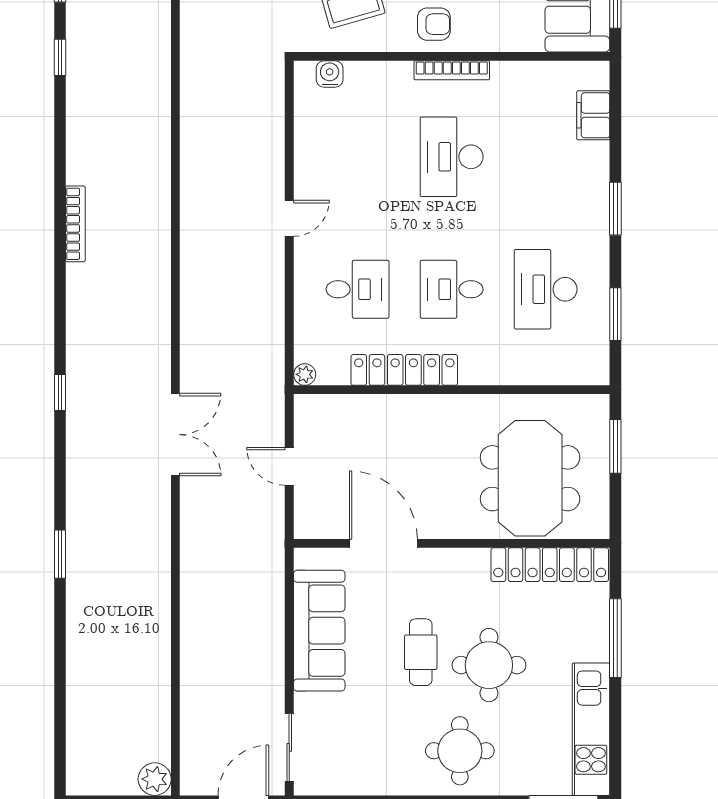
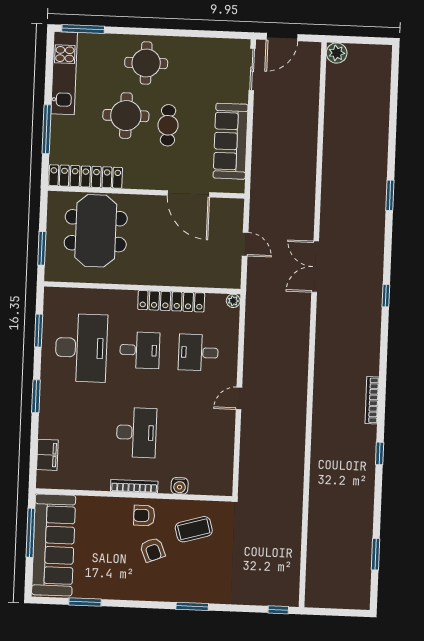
window: (60, 57) -> (380, 453), moved
water cooler: (330, 74) -> (180, 486), moved
desk: (546, 289) -> (81, 348), width x1.36, depth x1.30

